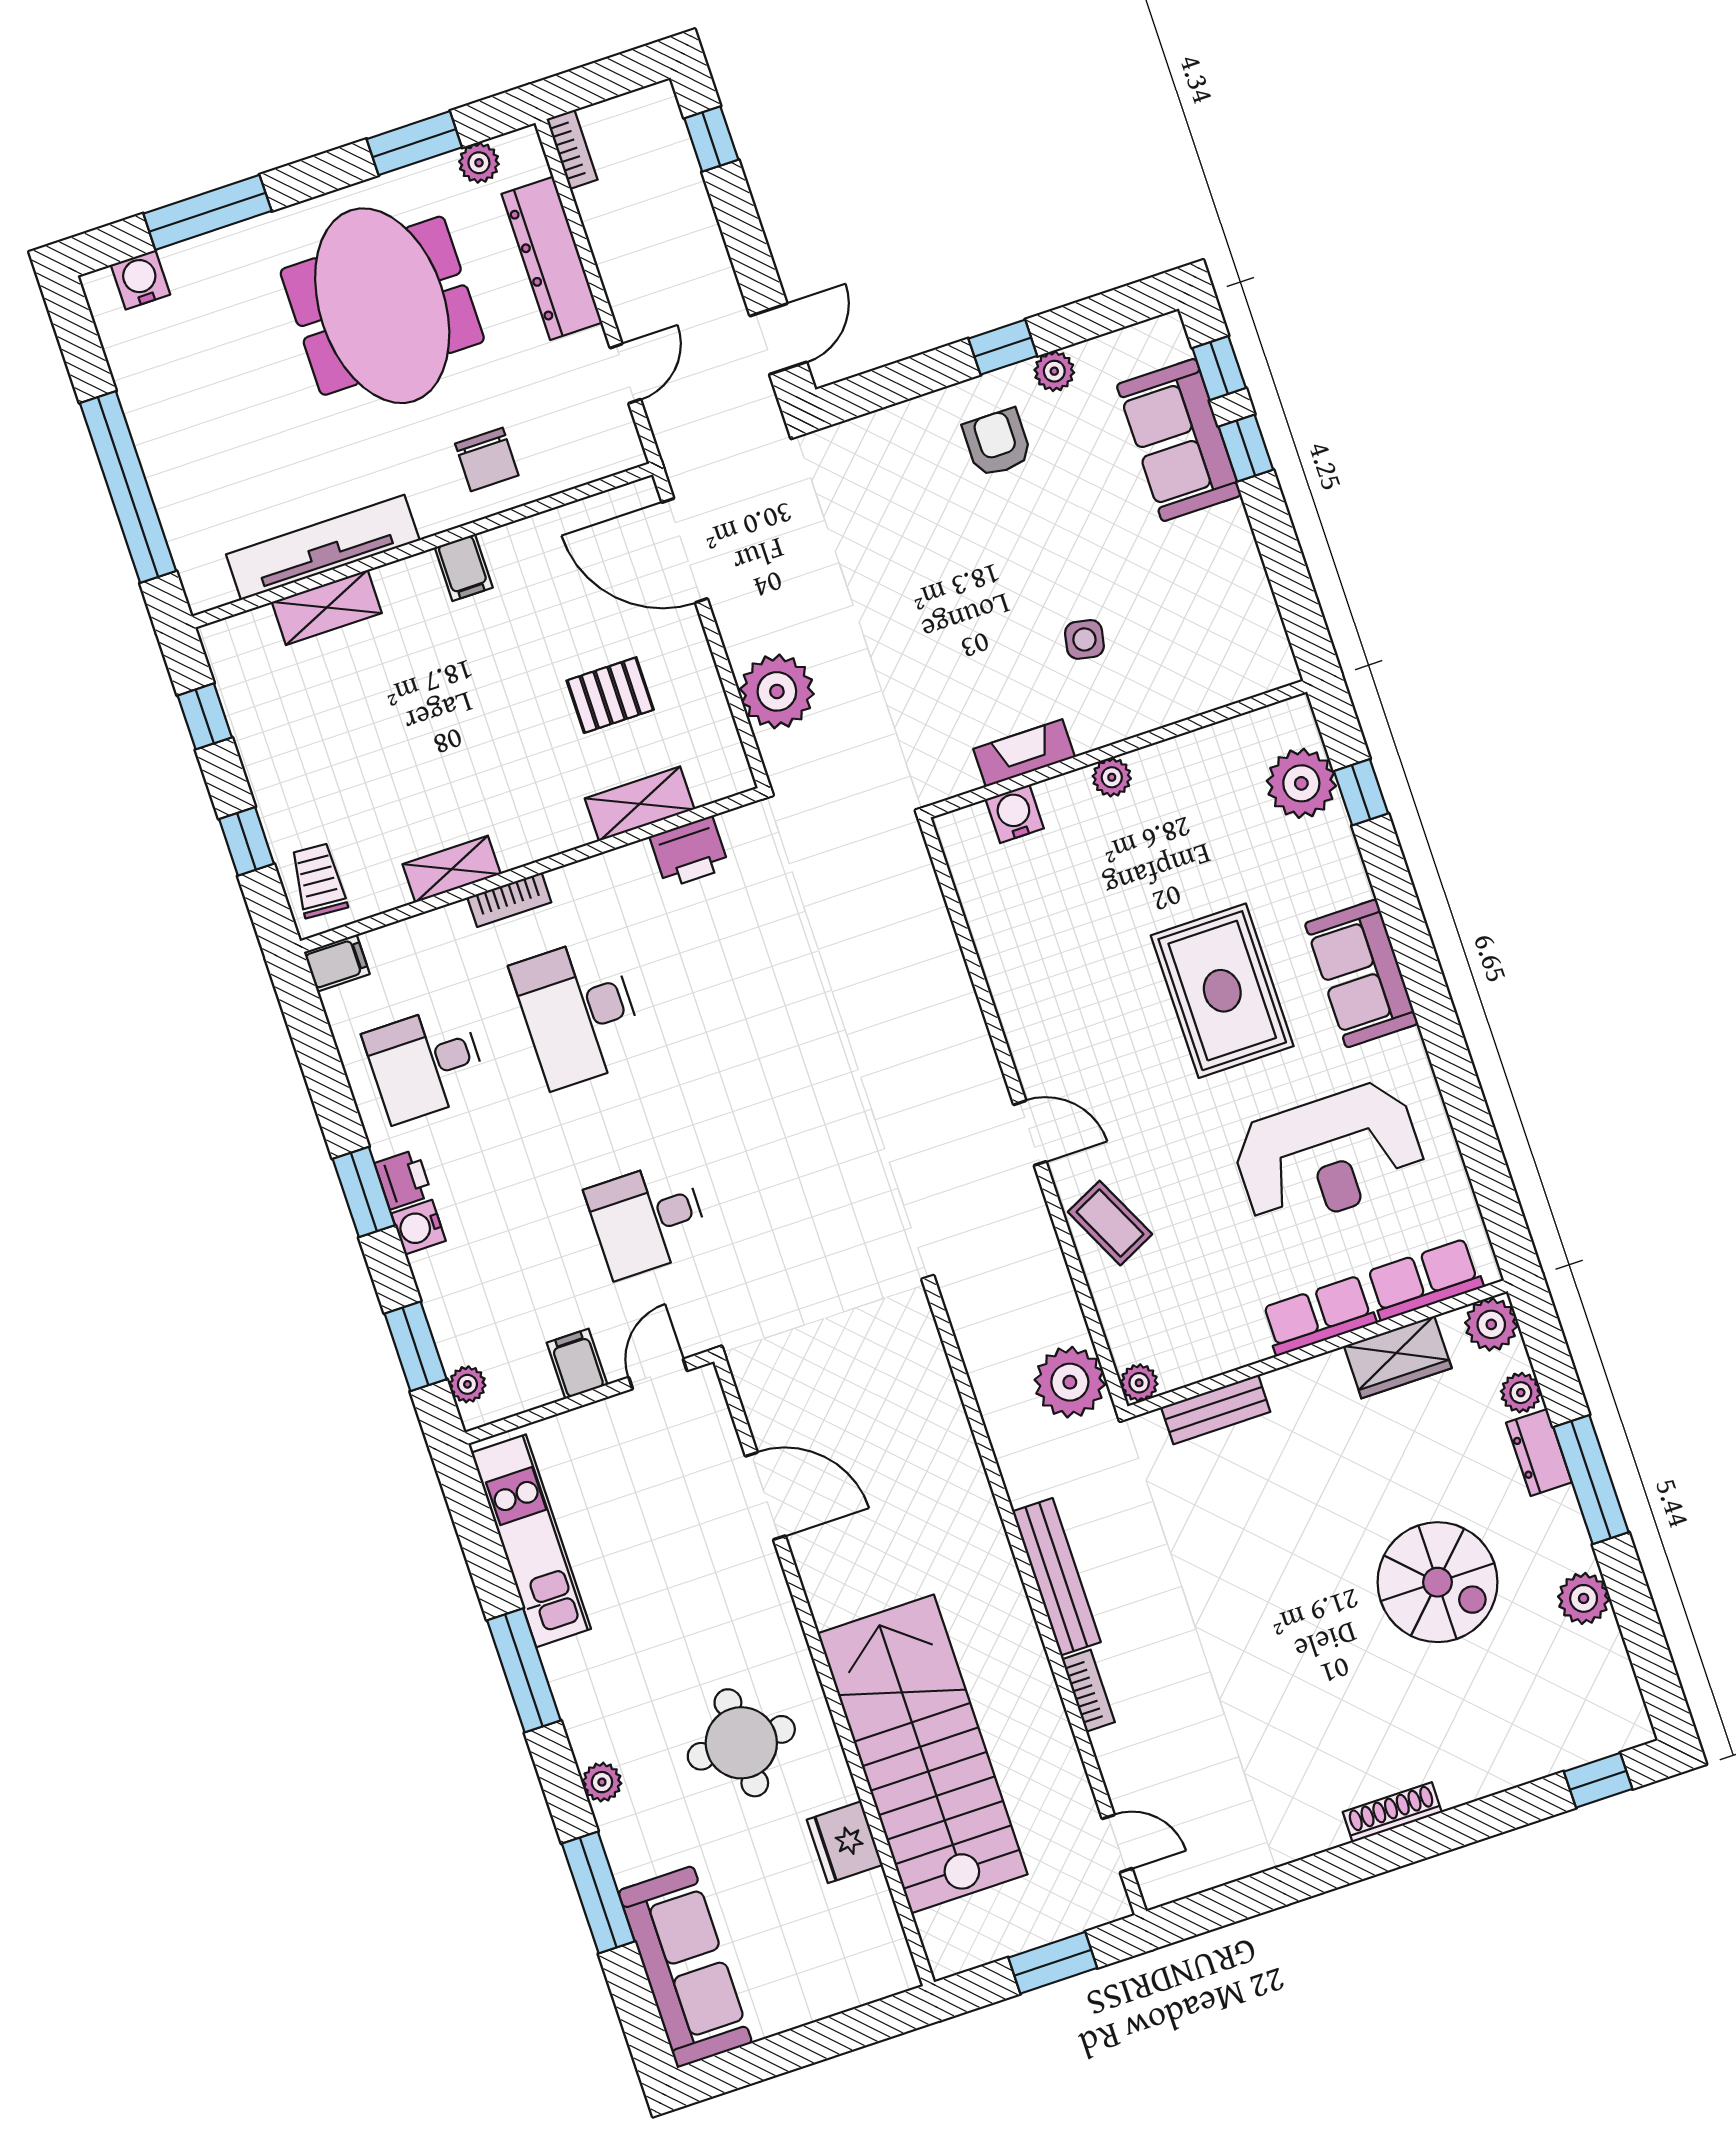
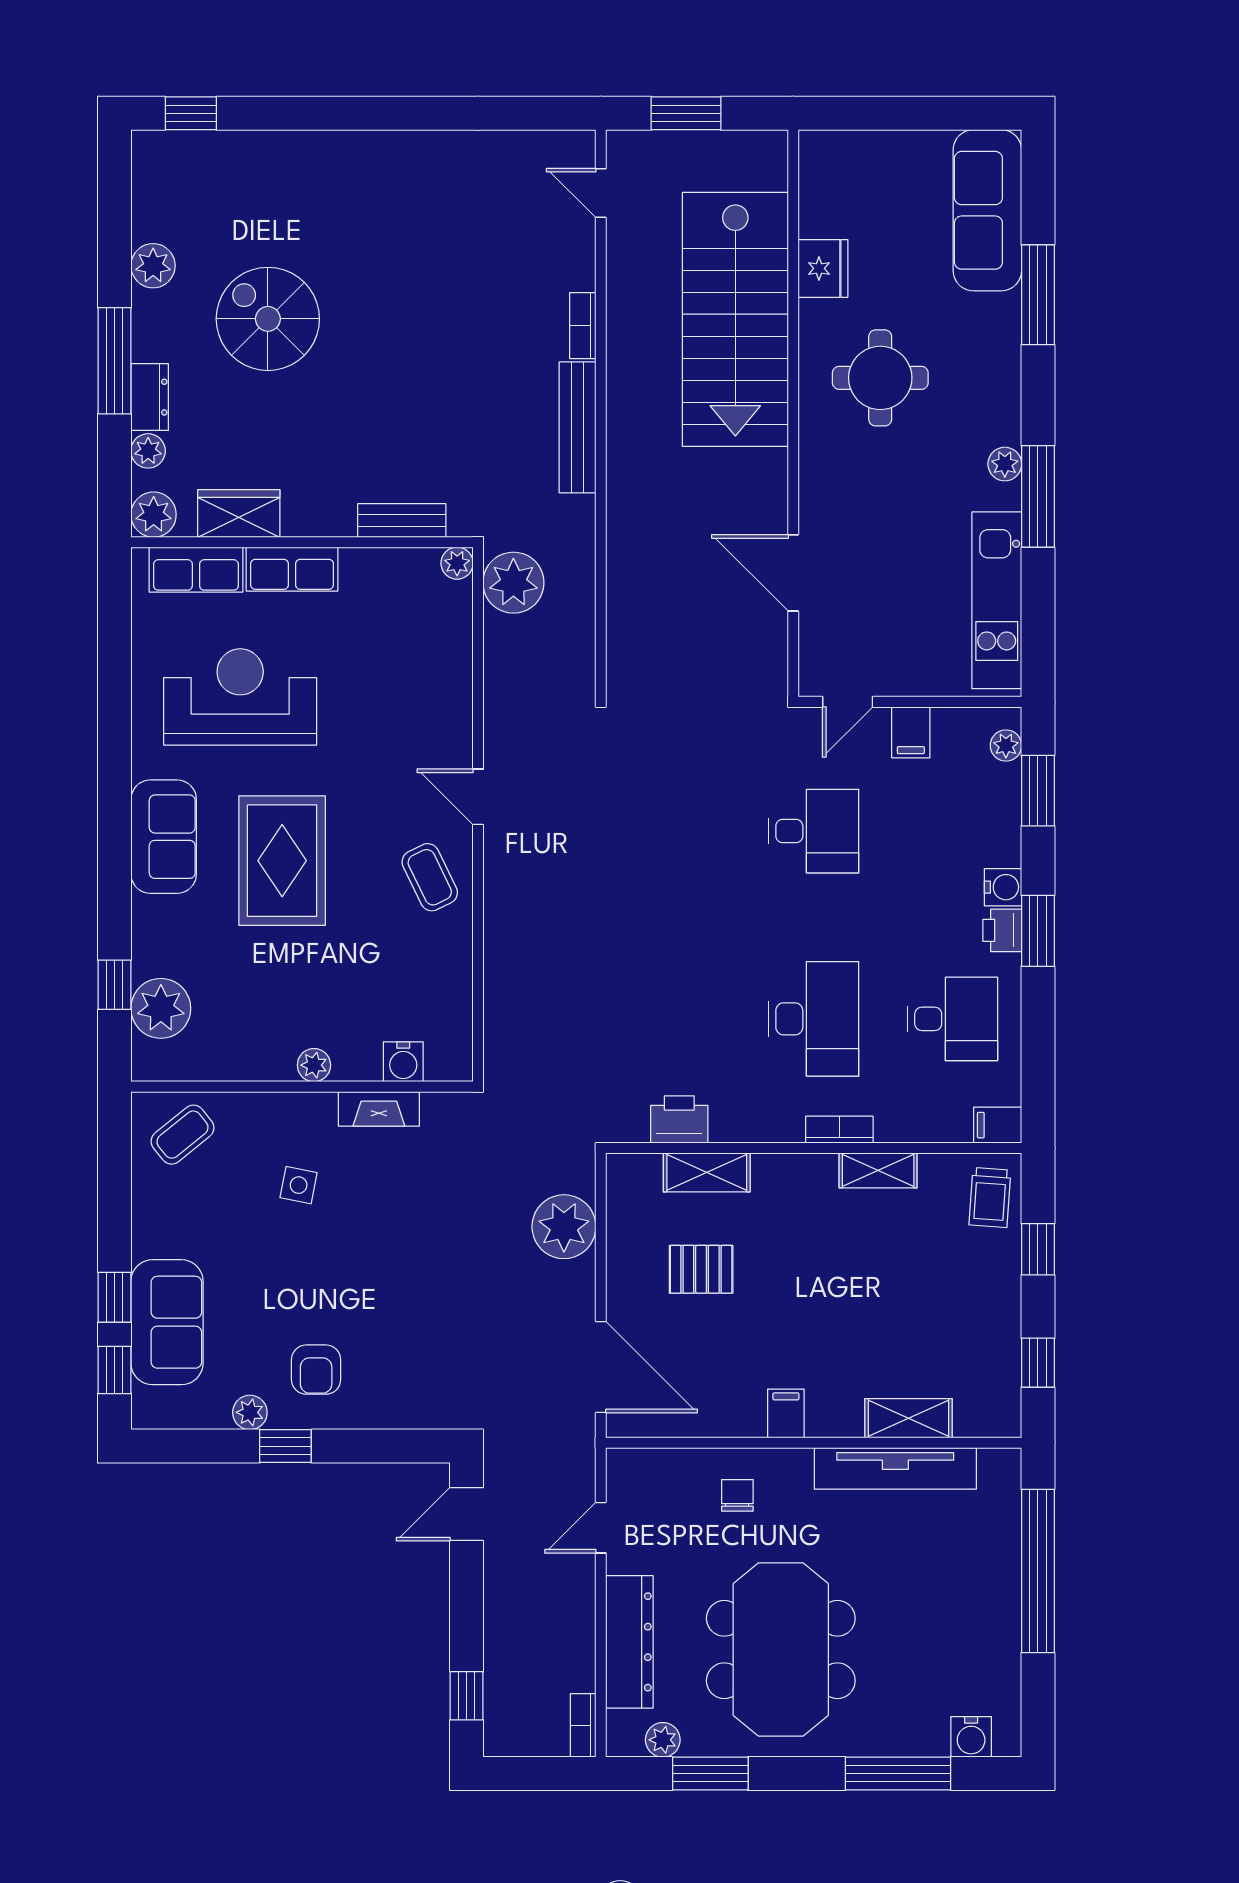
chair: (487, 459) -> (737, 1495), width x0.73, depth x0.73
coffee table: (1231, 652) -> (182, 1135), added
coffee table: (1110, 1223) -> (430, 877), moved
plant: (602, 1782) -> (1005, 464), moved
shoe rack: (1392, 1812) -> (368, 143), removed

